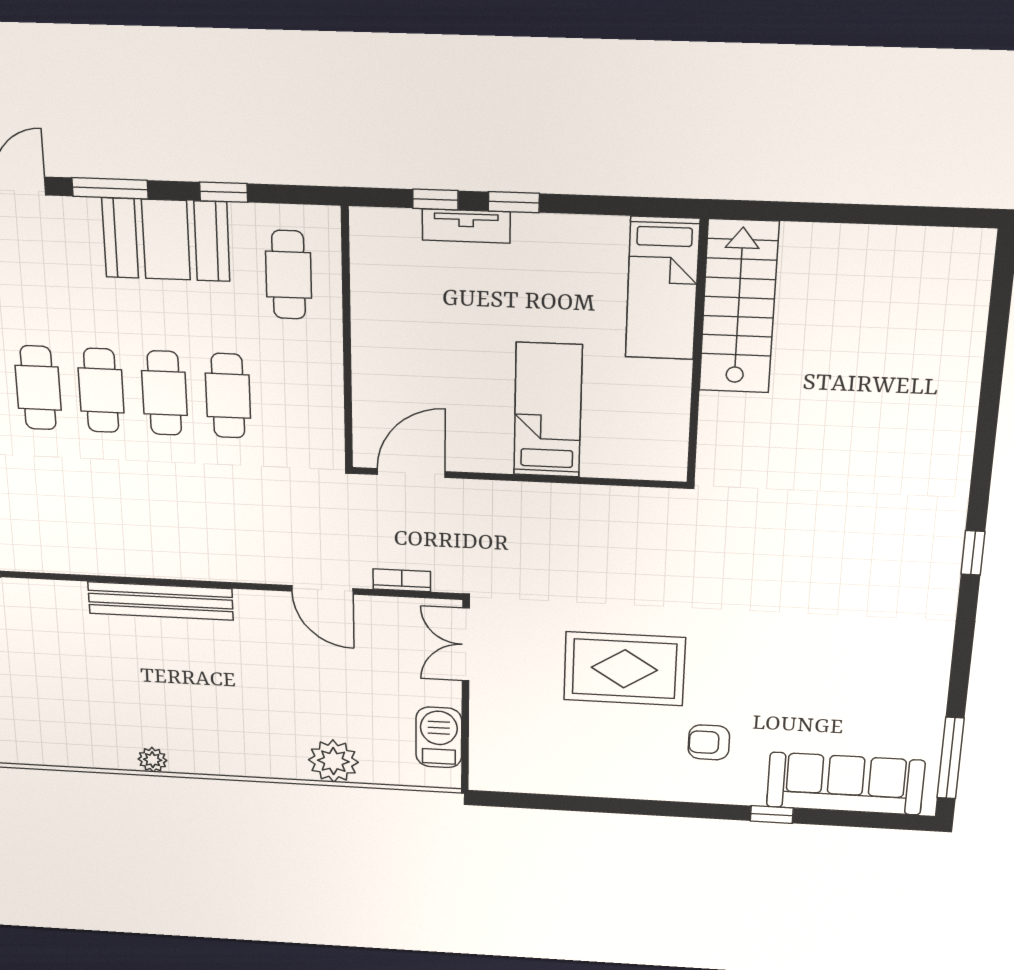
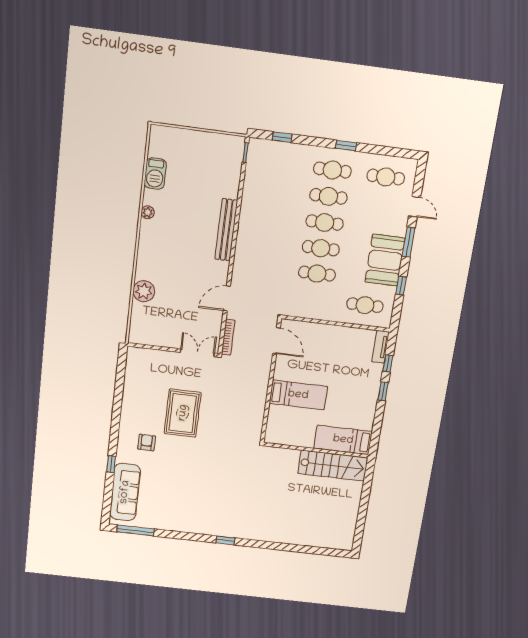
tv unit: (466, 226) -> (381, 347), moved
bookcase: (402, 580) -> (228, 337), width x1.56
barbecue: (439, 737) -> (155, 174), moved, turned 90

